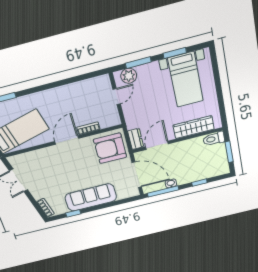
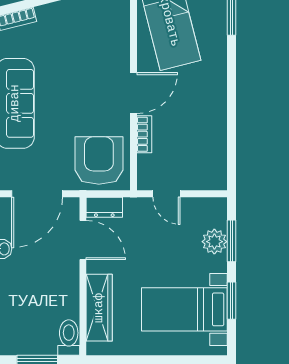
plant: (129, 76) -> (214, 242), moved
door: (117, 97) -> (166, 194), moved
door: (67, 140) -> (134, 93), hinge flipped

